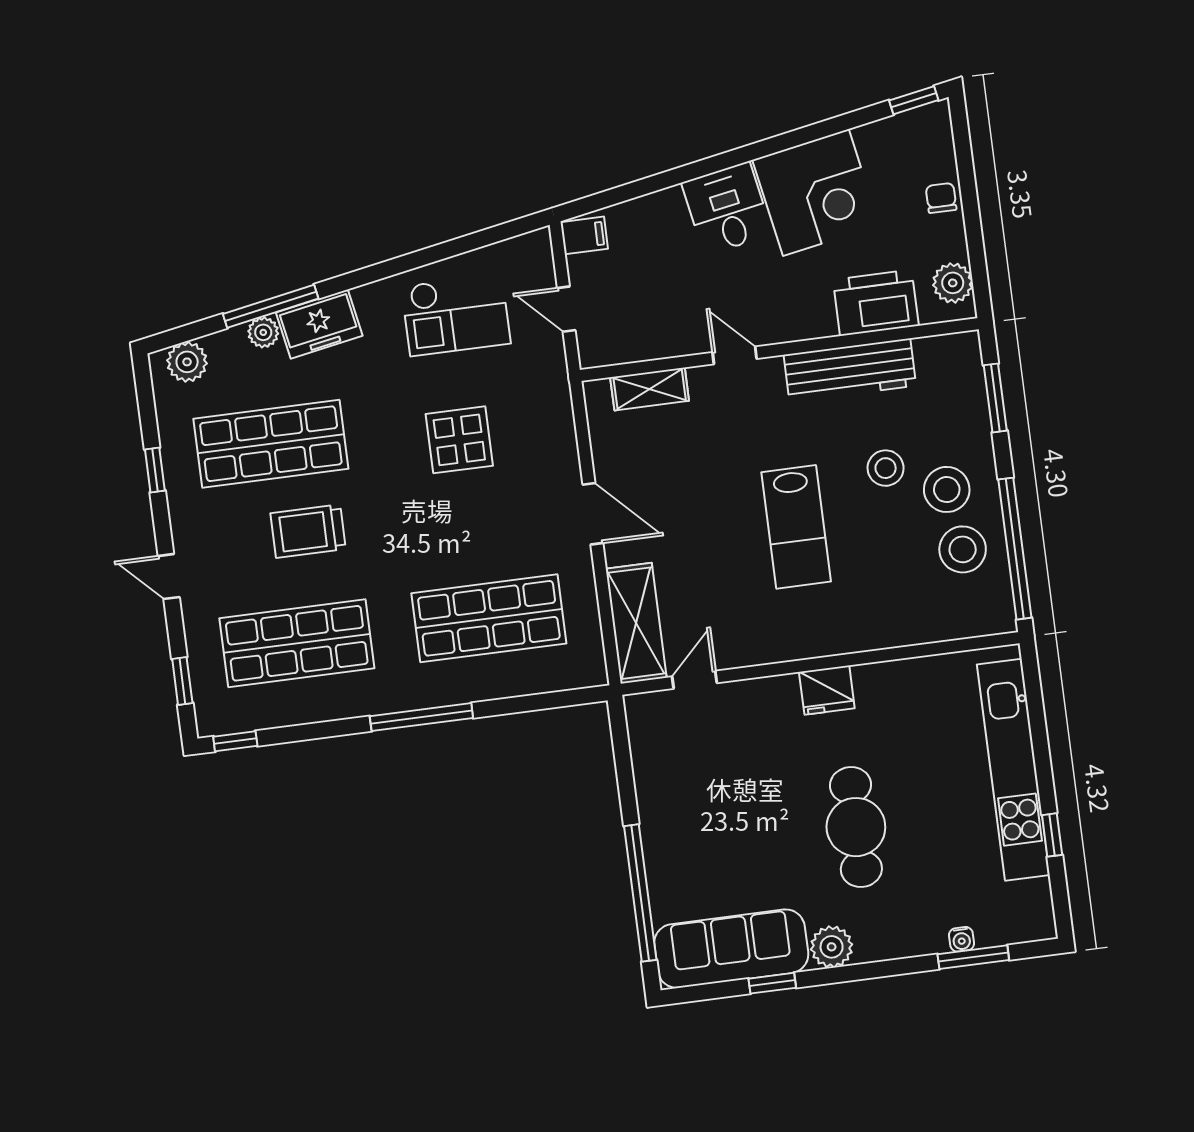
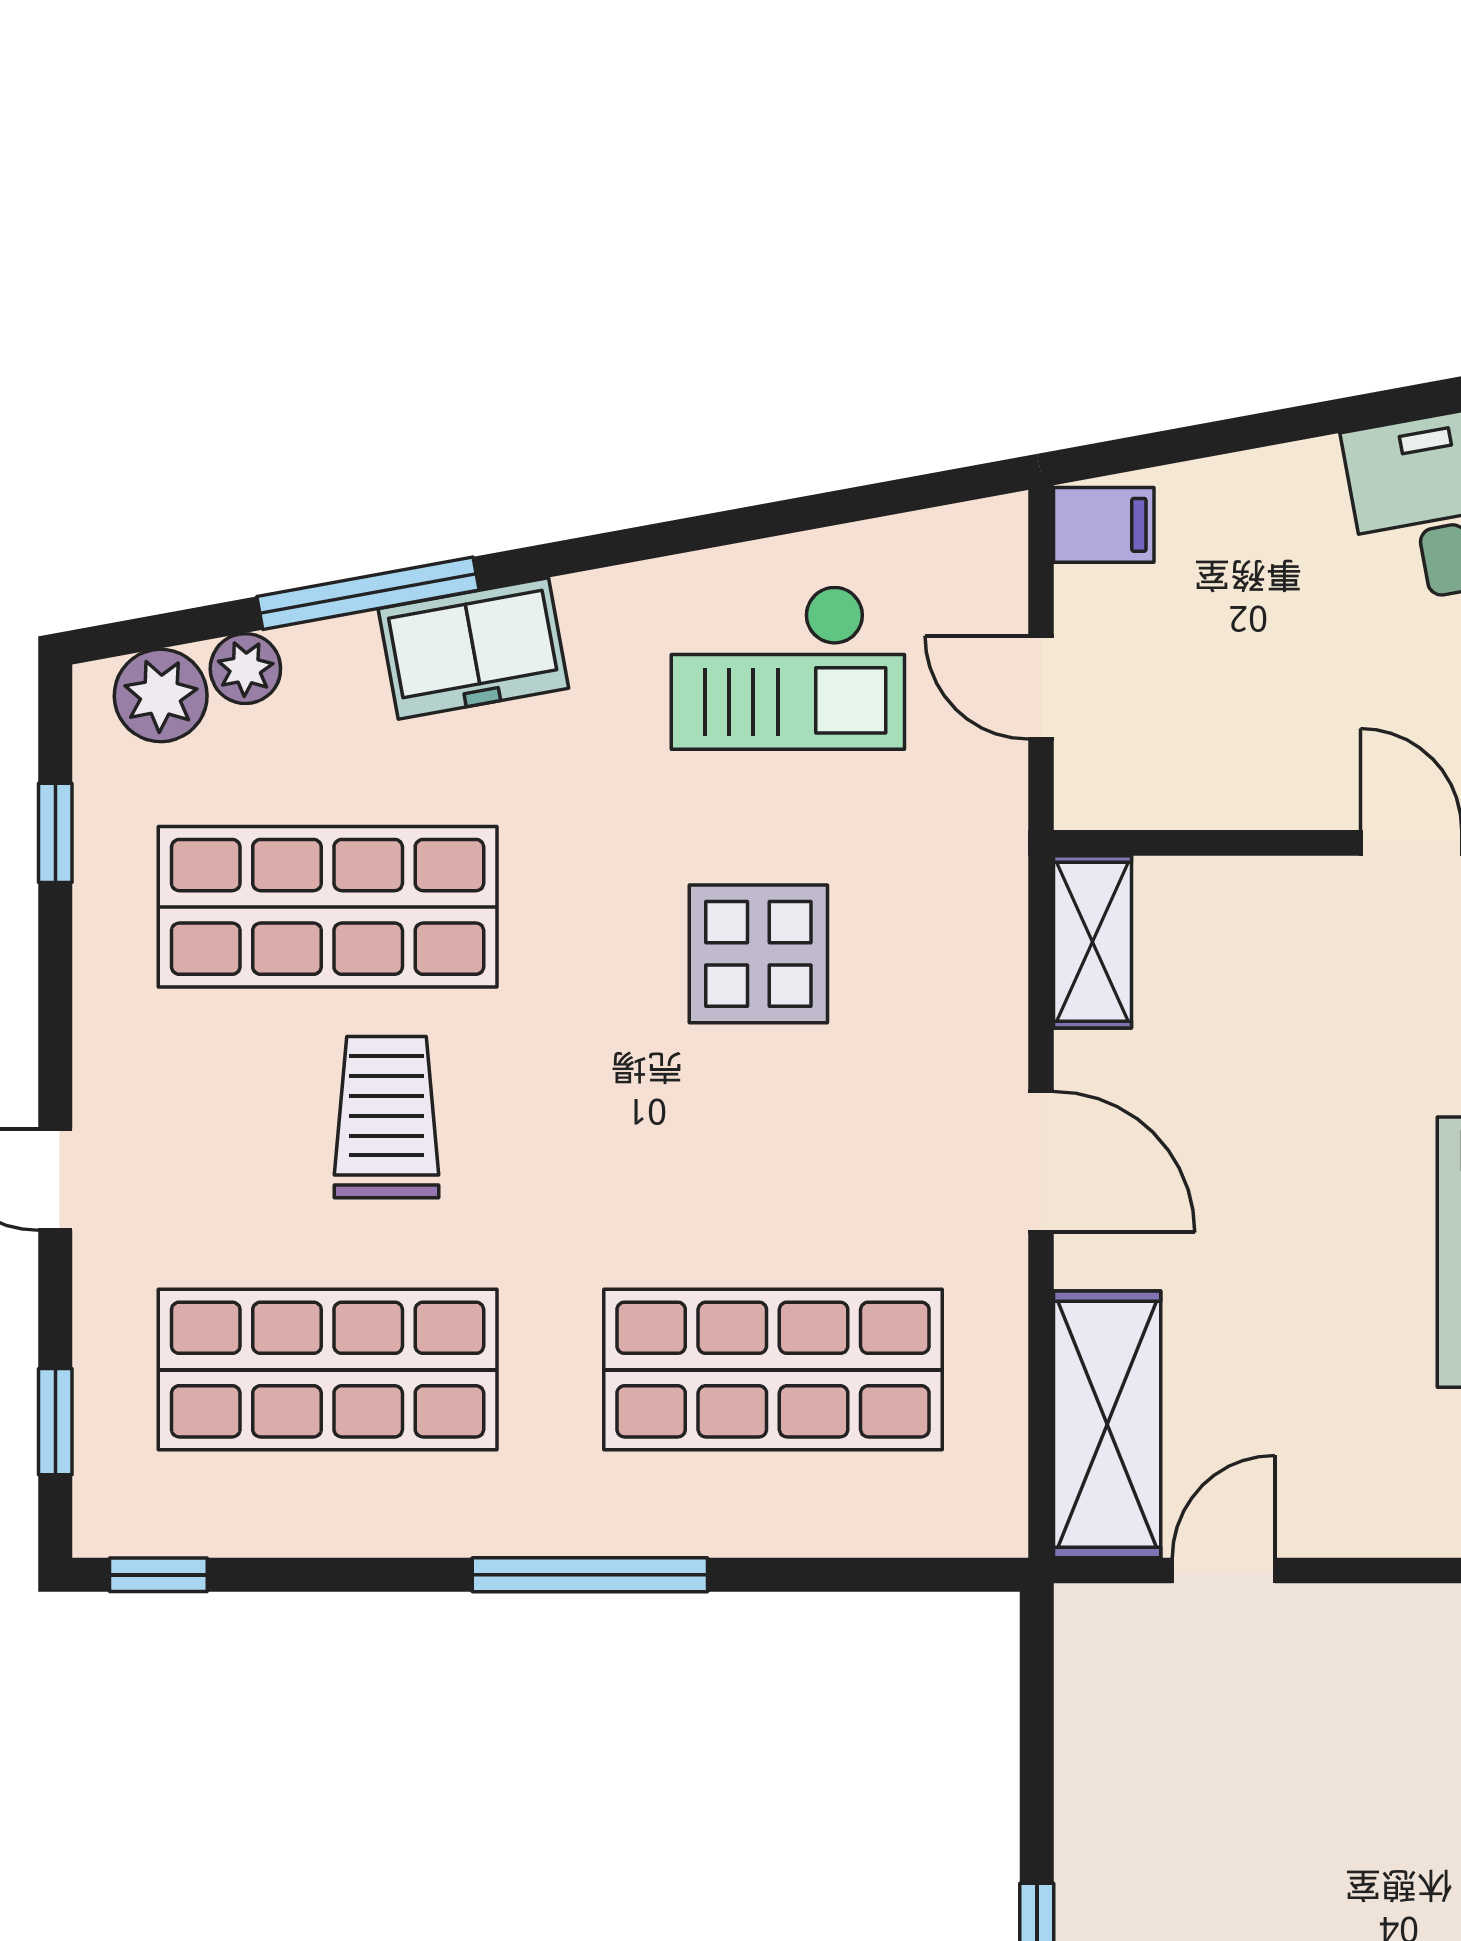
plant: (263, 332) -> (245, 669), moved
shelving: (650, 389) -> (1093, 942), moved, turned 90
window: (155, 470) -> (55, 833), moved
trolley: (308, 531) -> (387, 1117), turned 90

